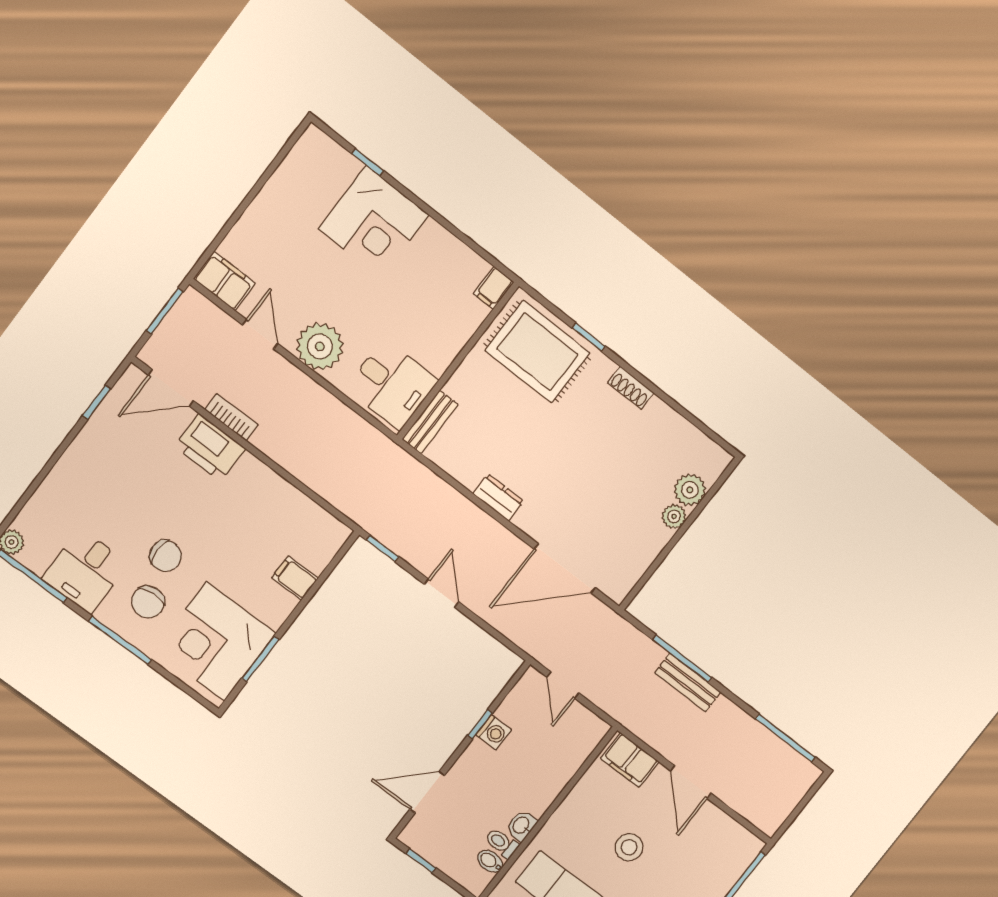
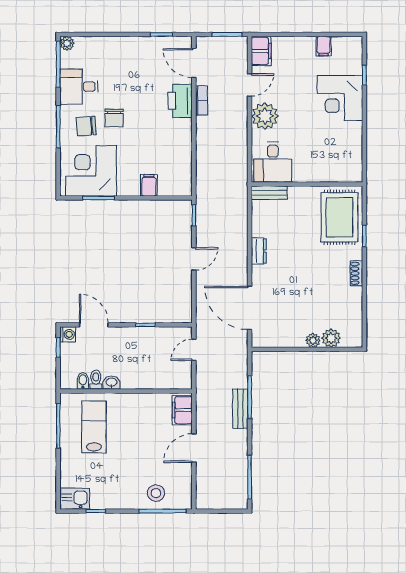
filing cabinet: (494, 288) -> (324, 46), moved, turned -90
washing machine: (494, 732) -> (68, 334), moved, turned -90
stool: (629, 847) -> (156, 493), moved

